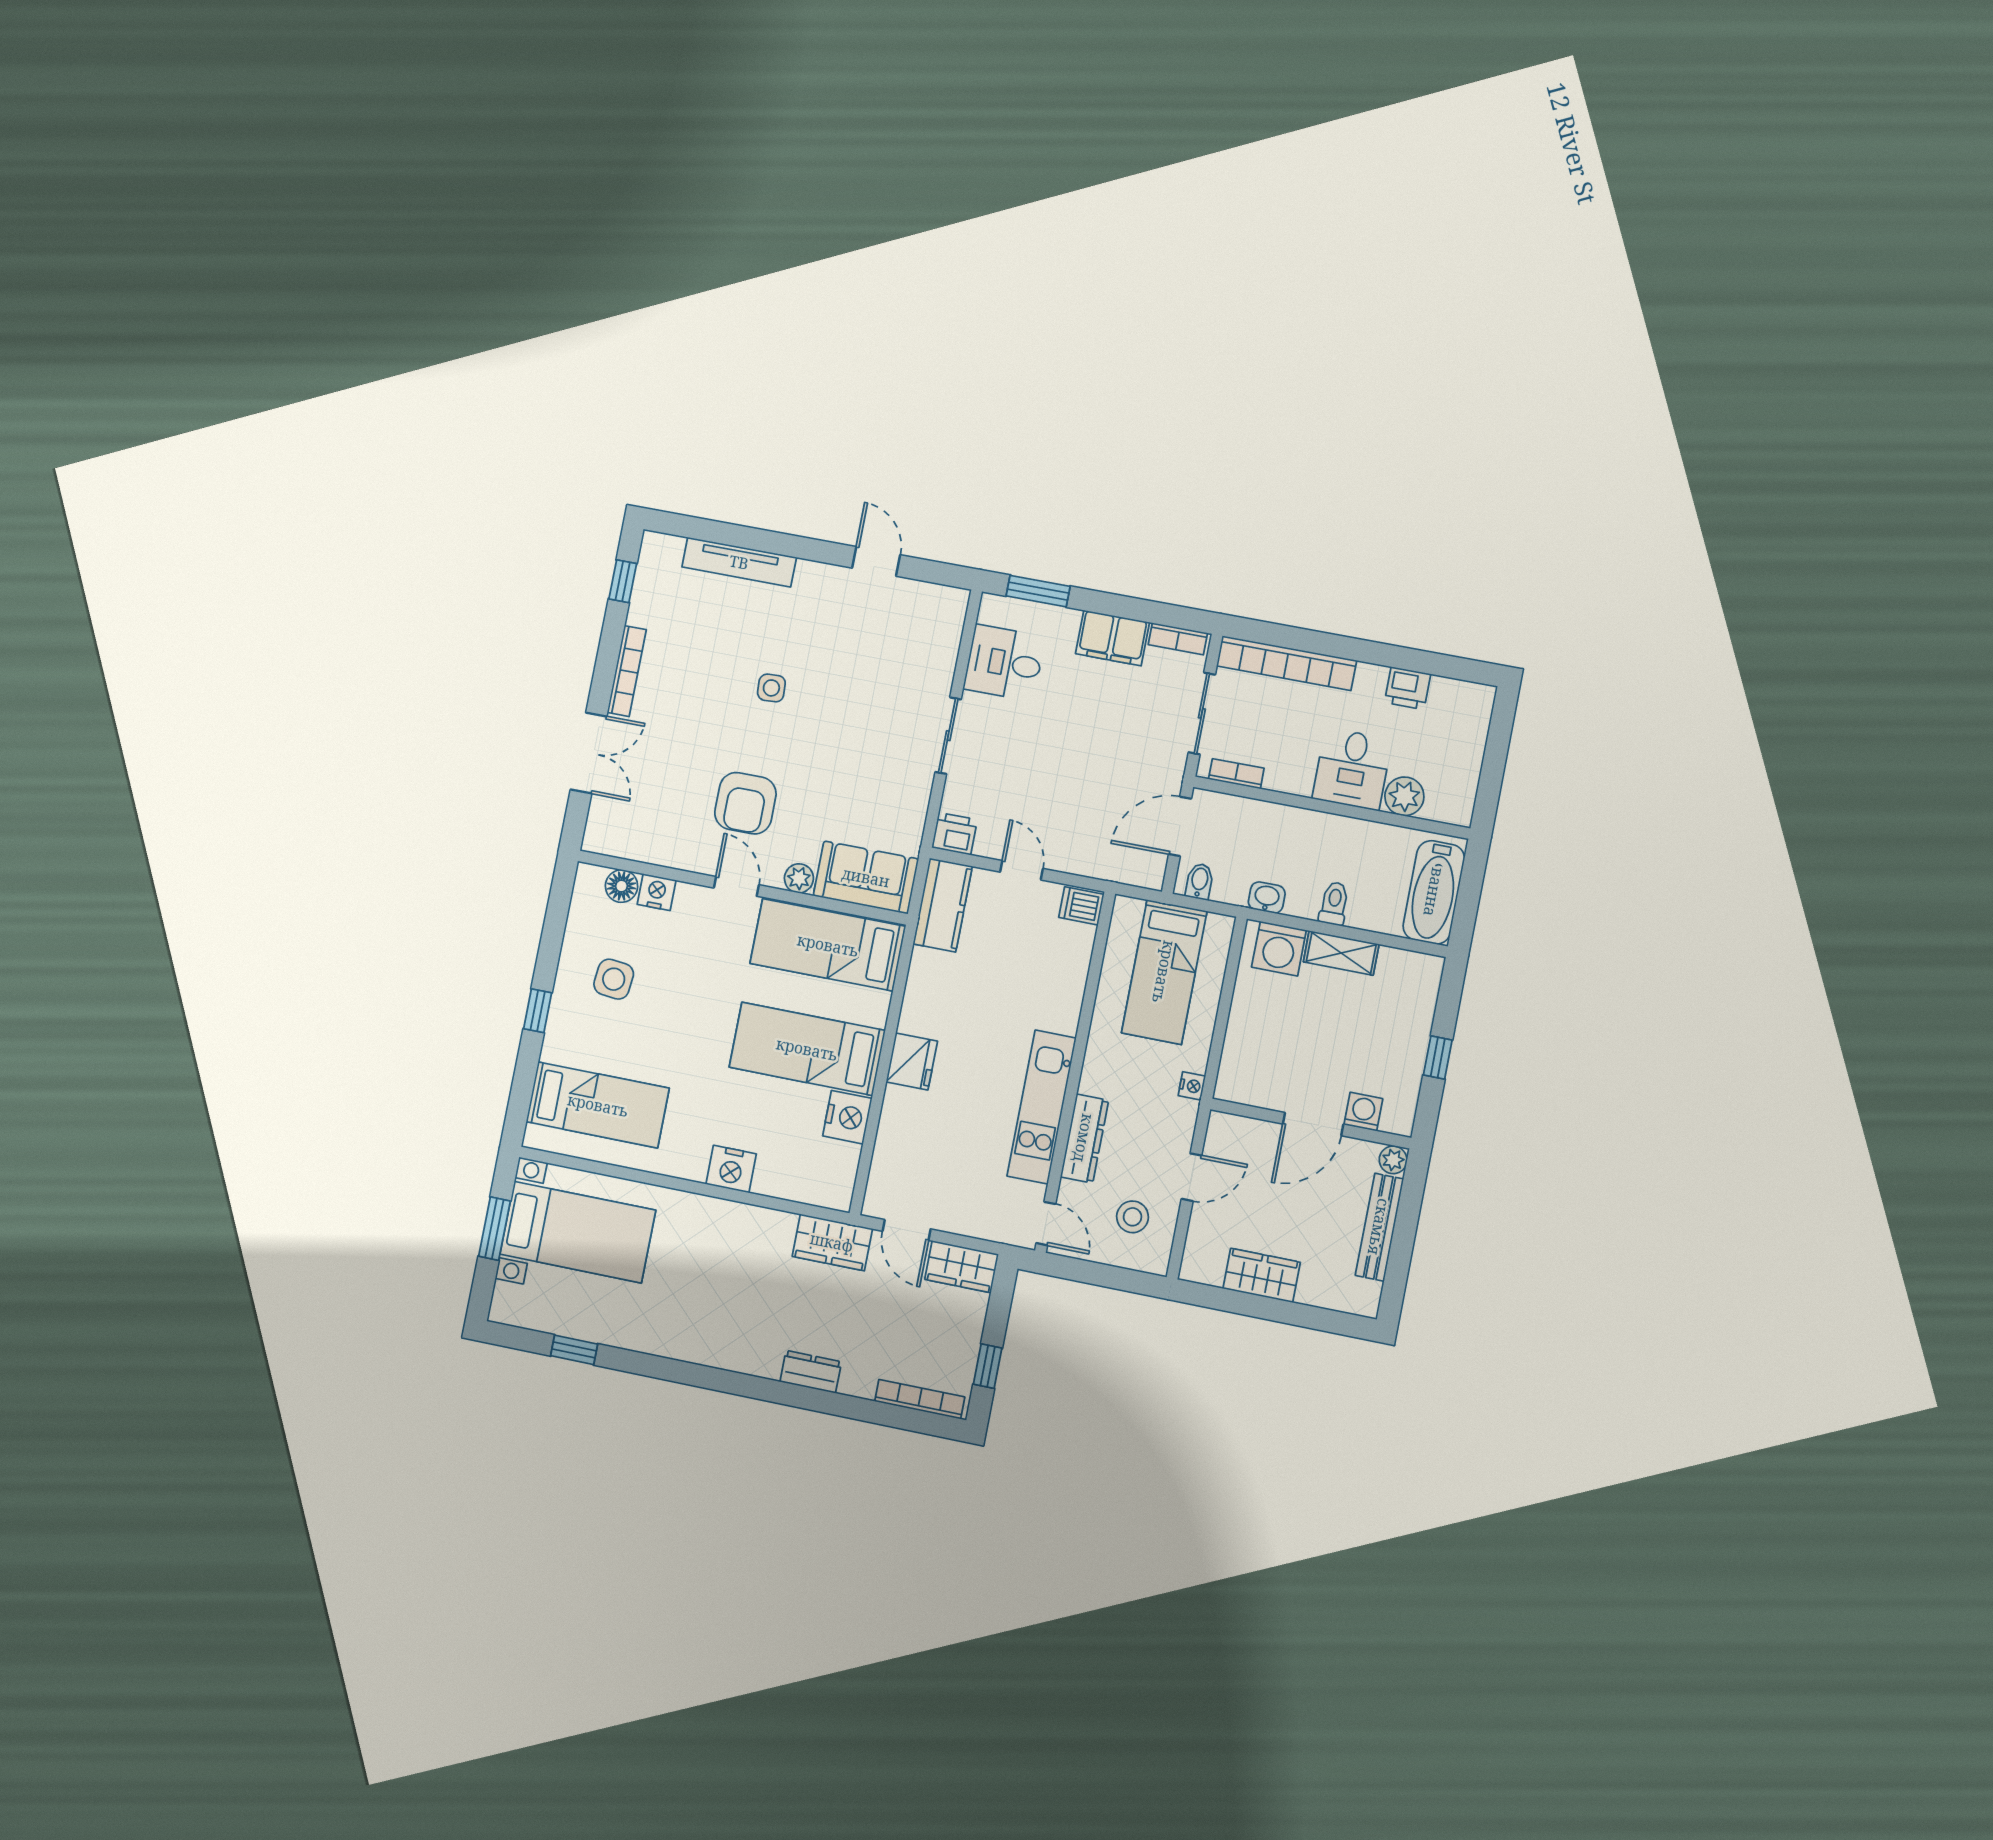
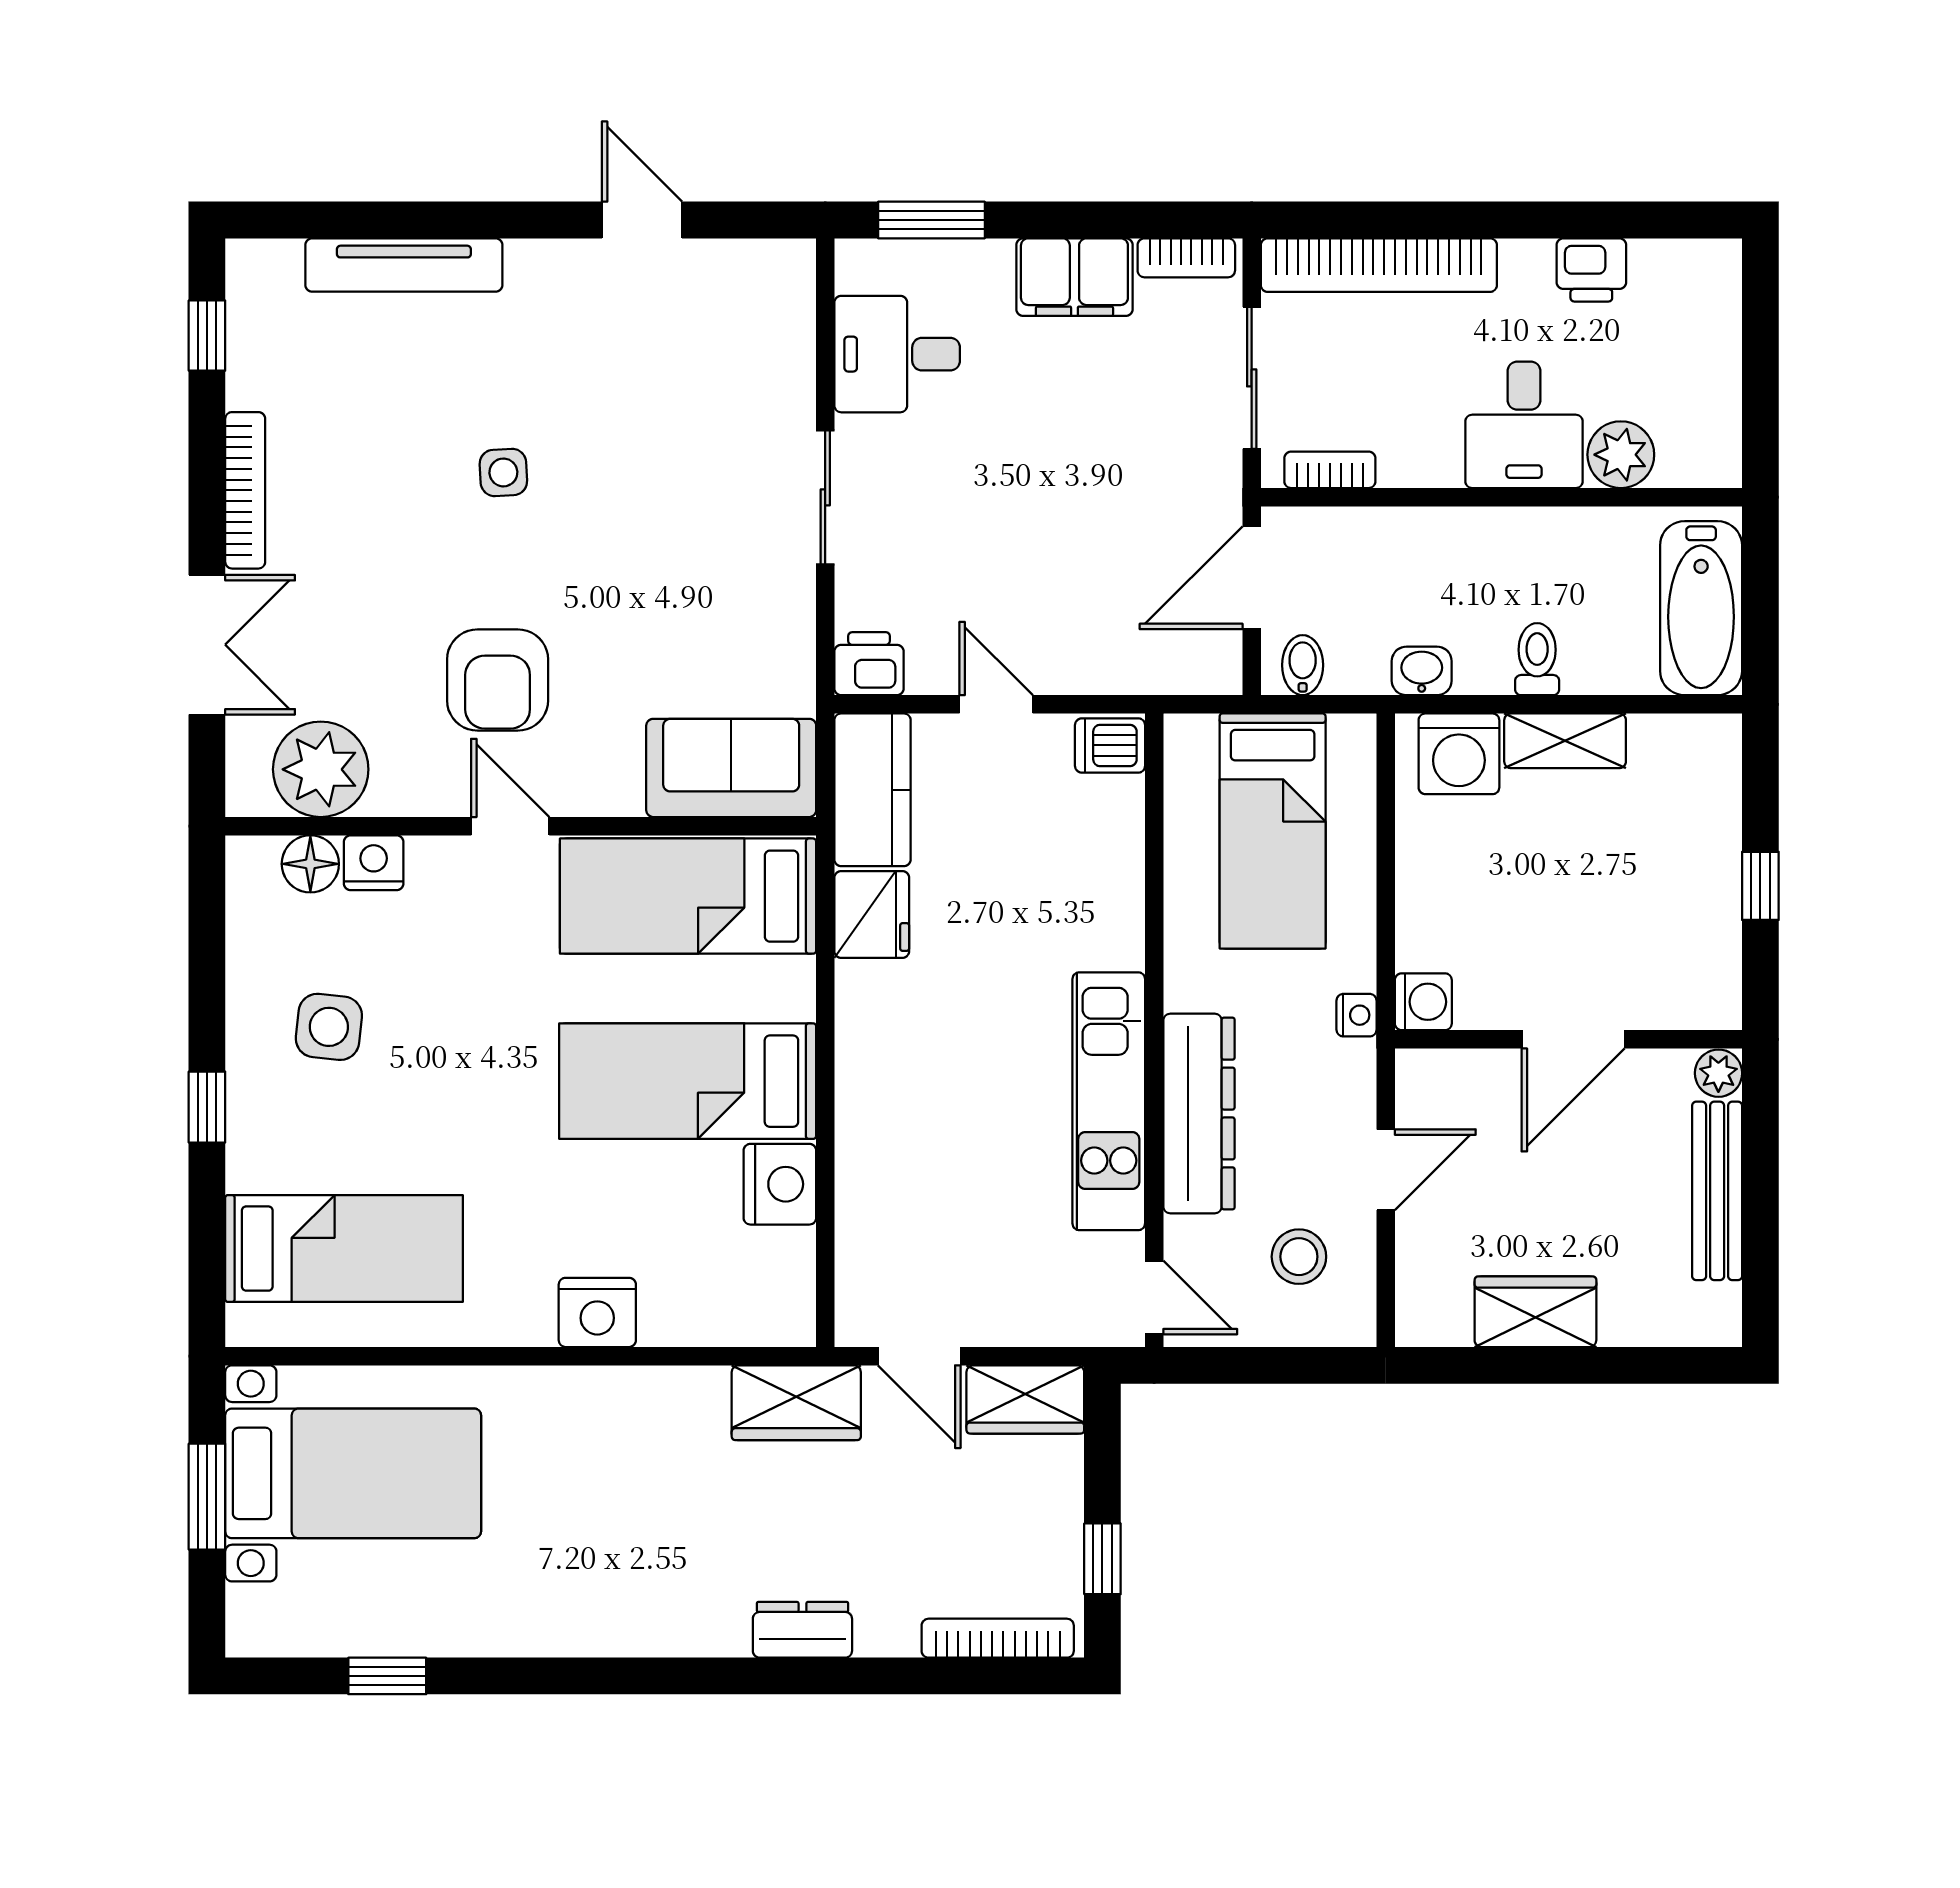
plant: (799, 878) -> (321, 769), moved, width x1.88, depth x1.88
fridge: (912, 1061) -> (872, 914), moved
washing machine: (1363, 1112) -> (1423, 1002), moved, turned 90
dresser: (1084, 1138) -> (1199, 1113), width x1.37, depth x1.24

